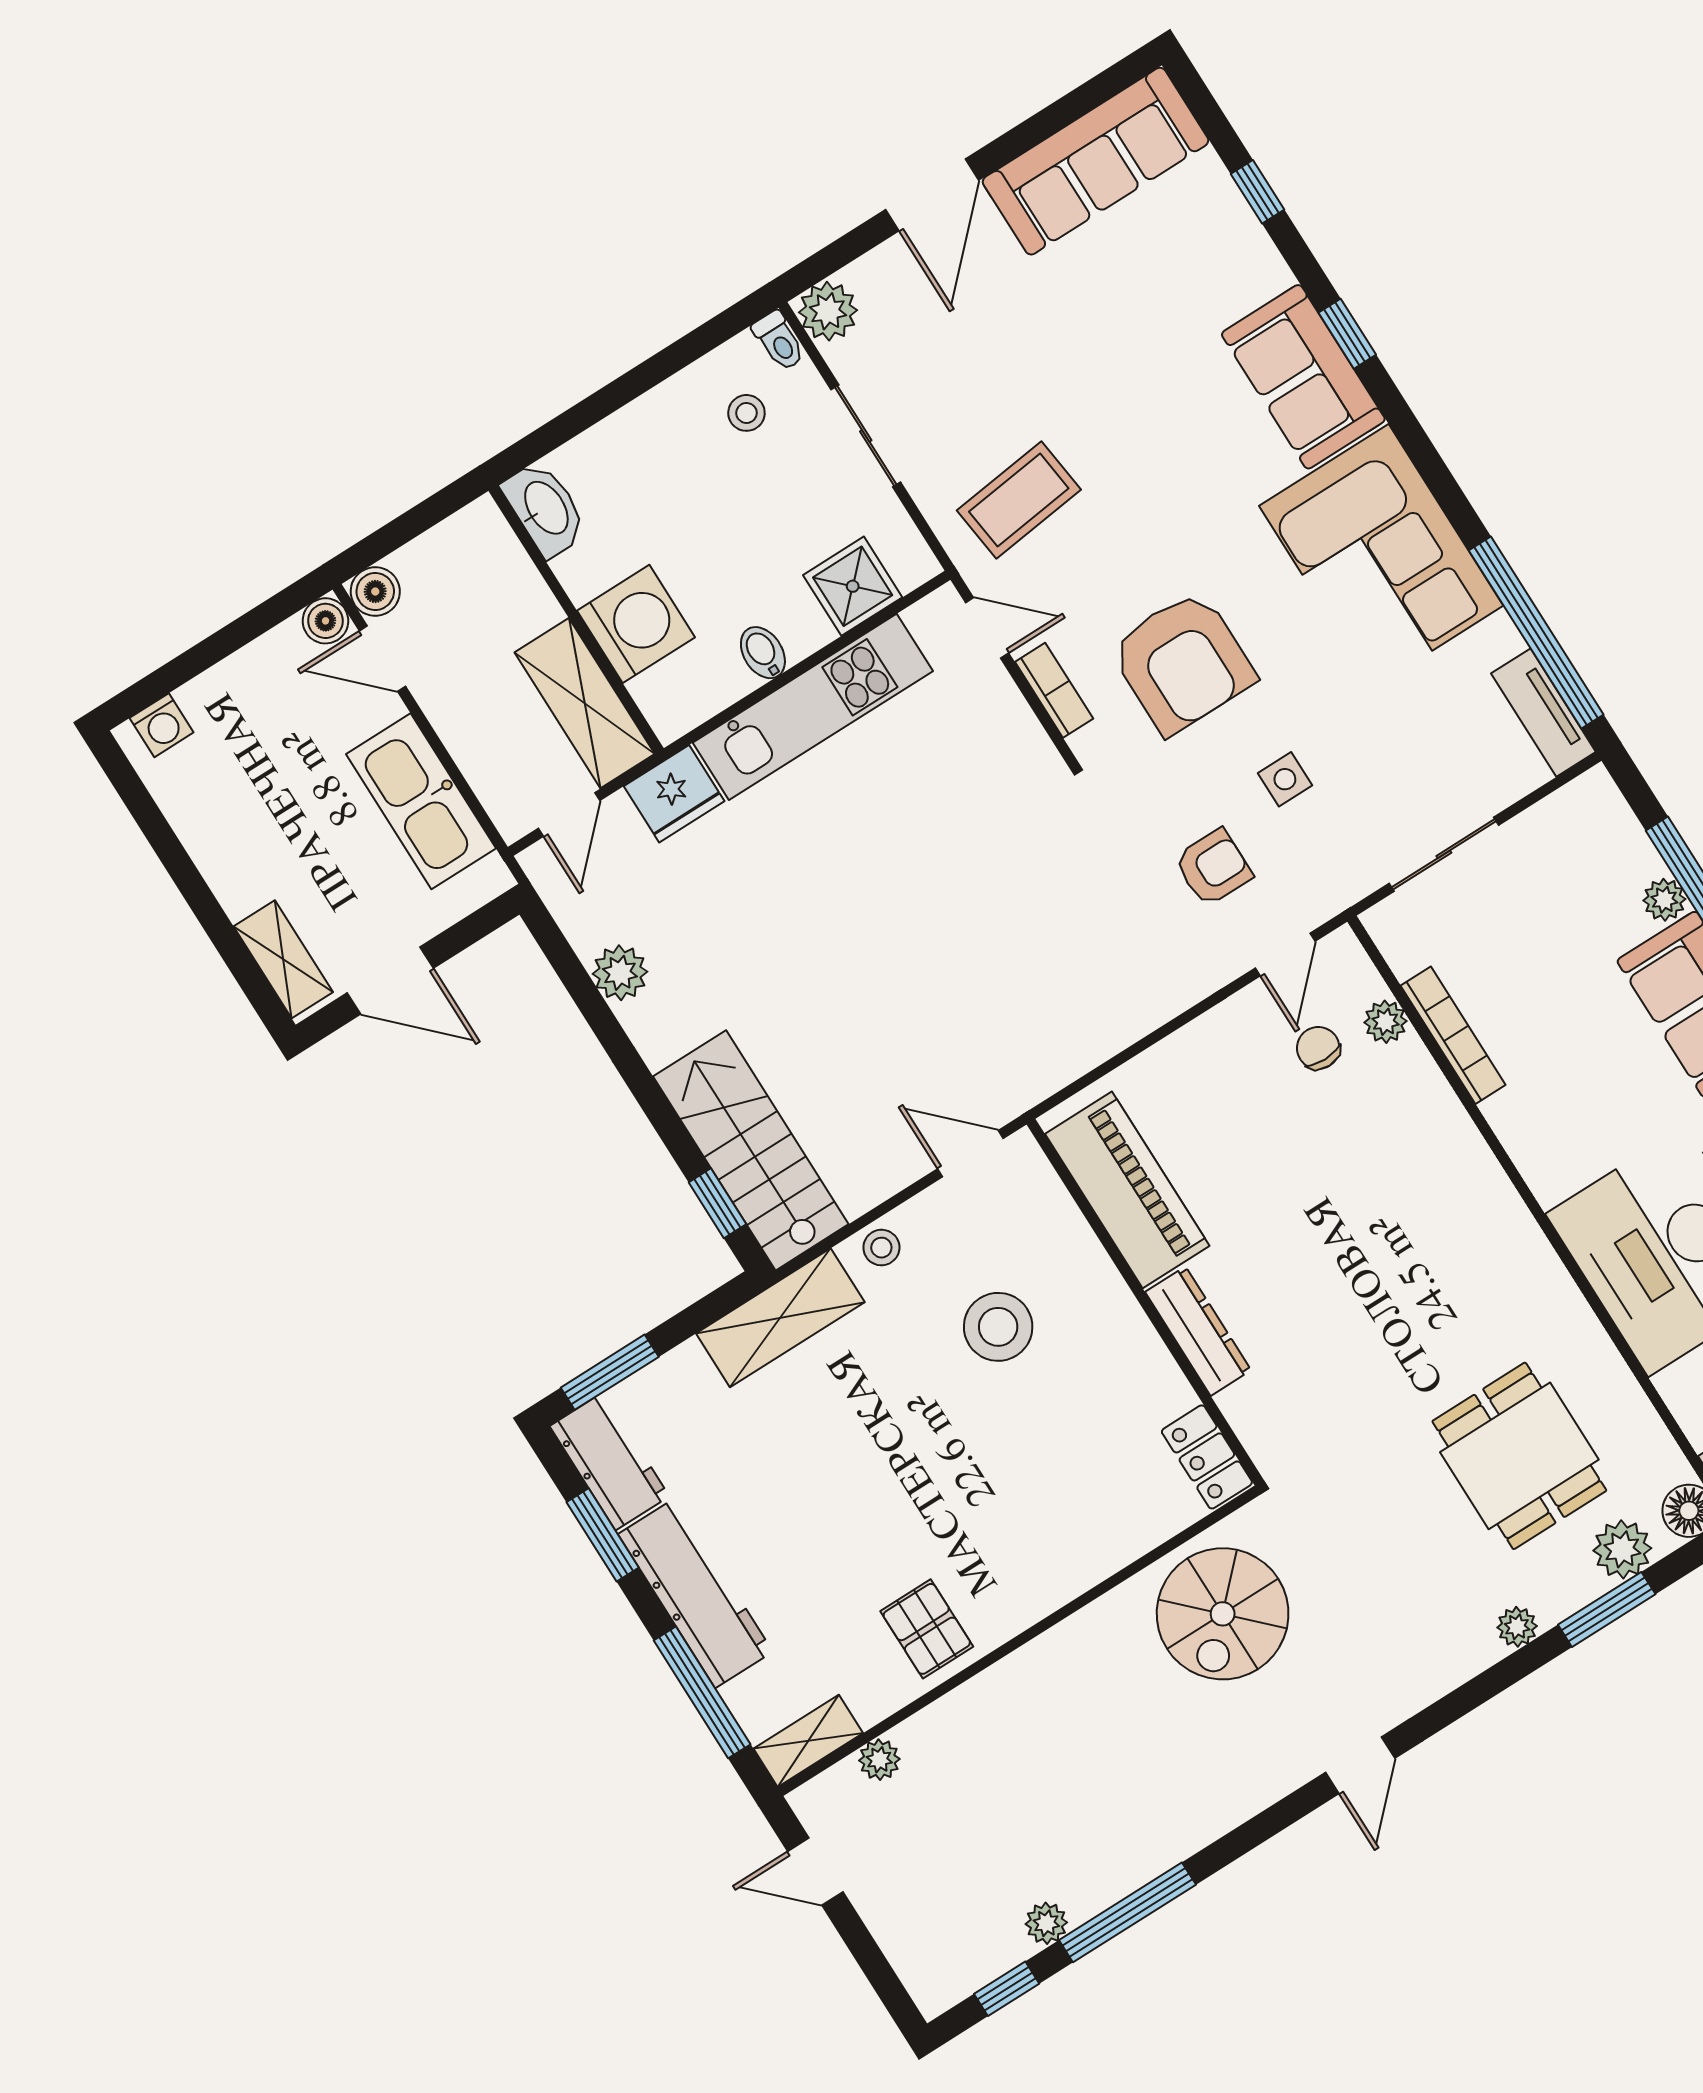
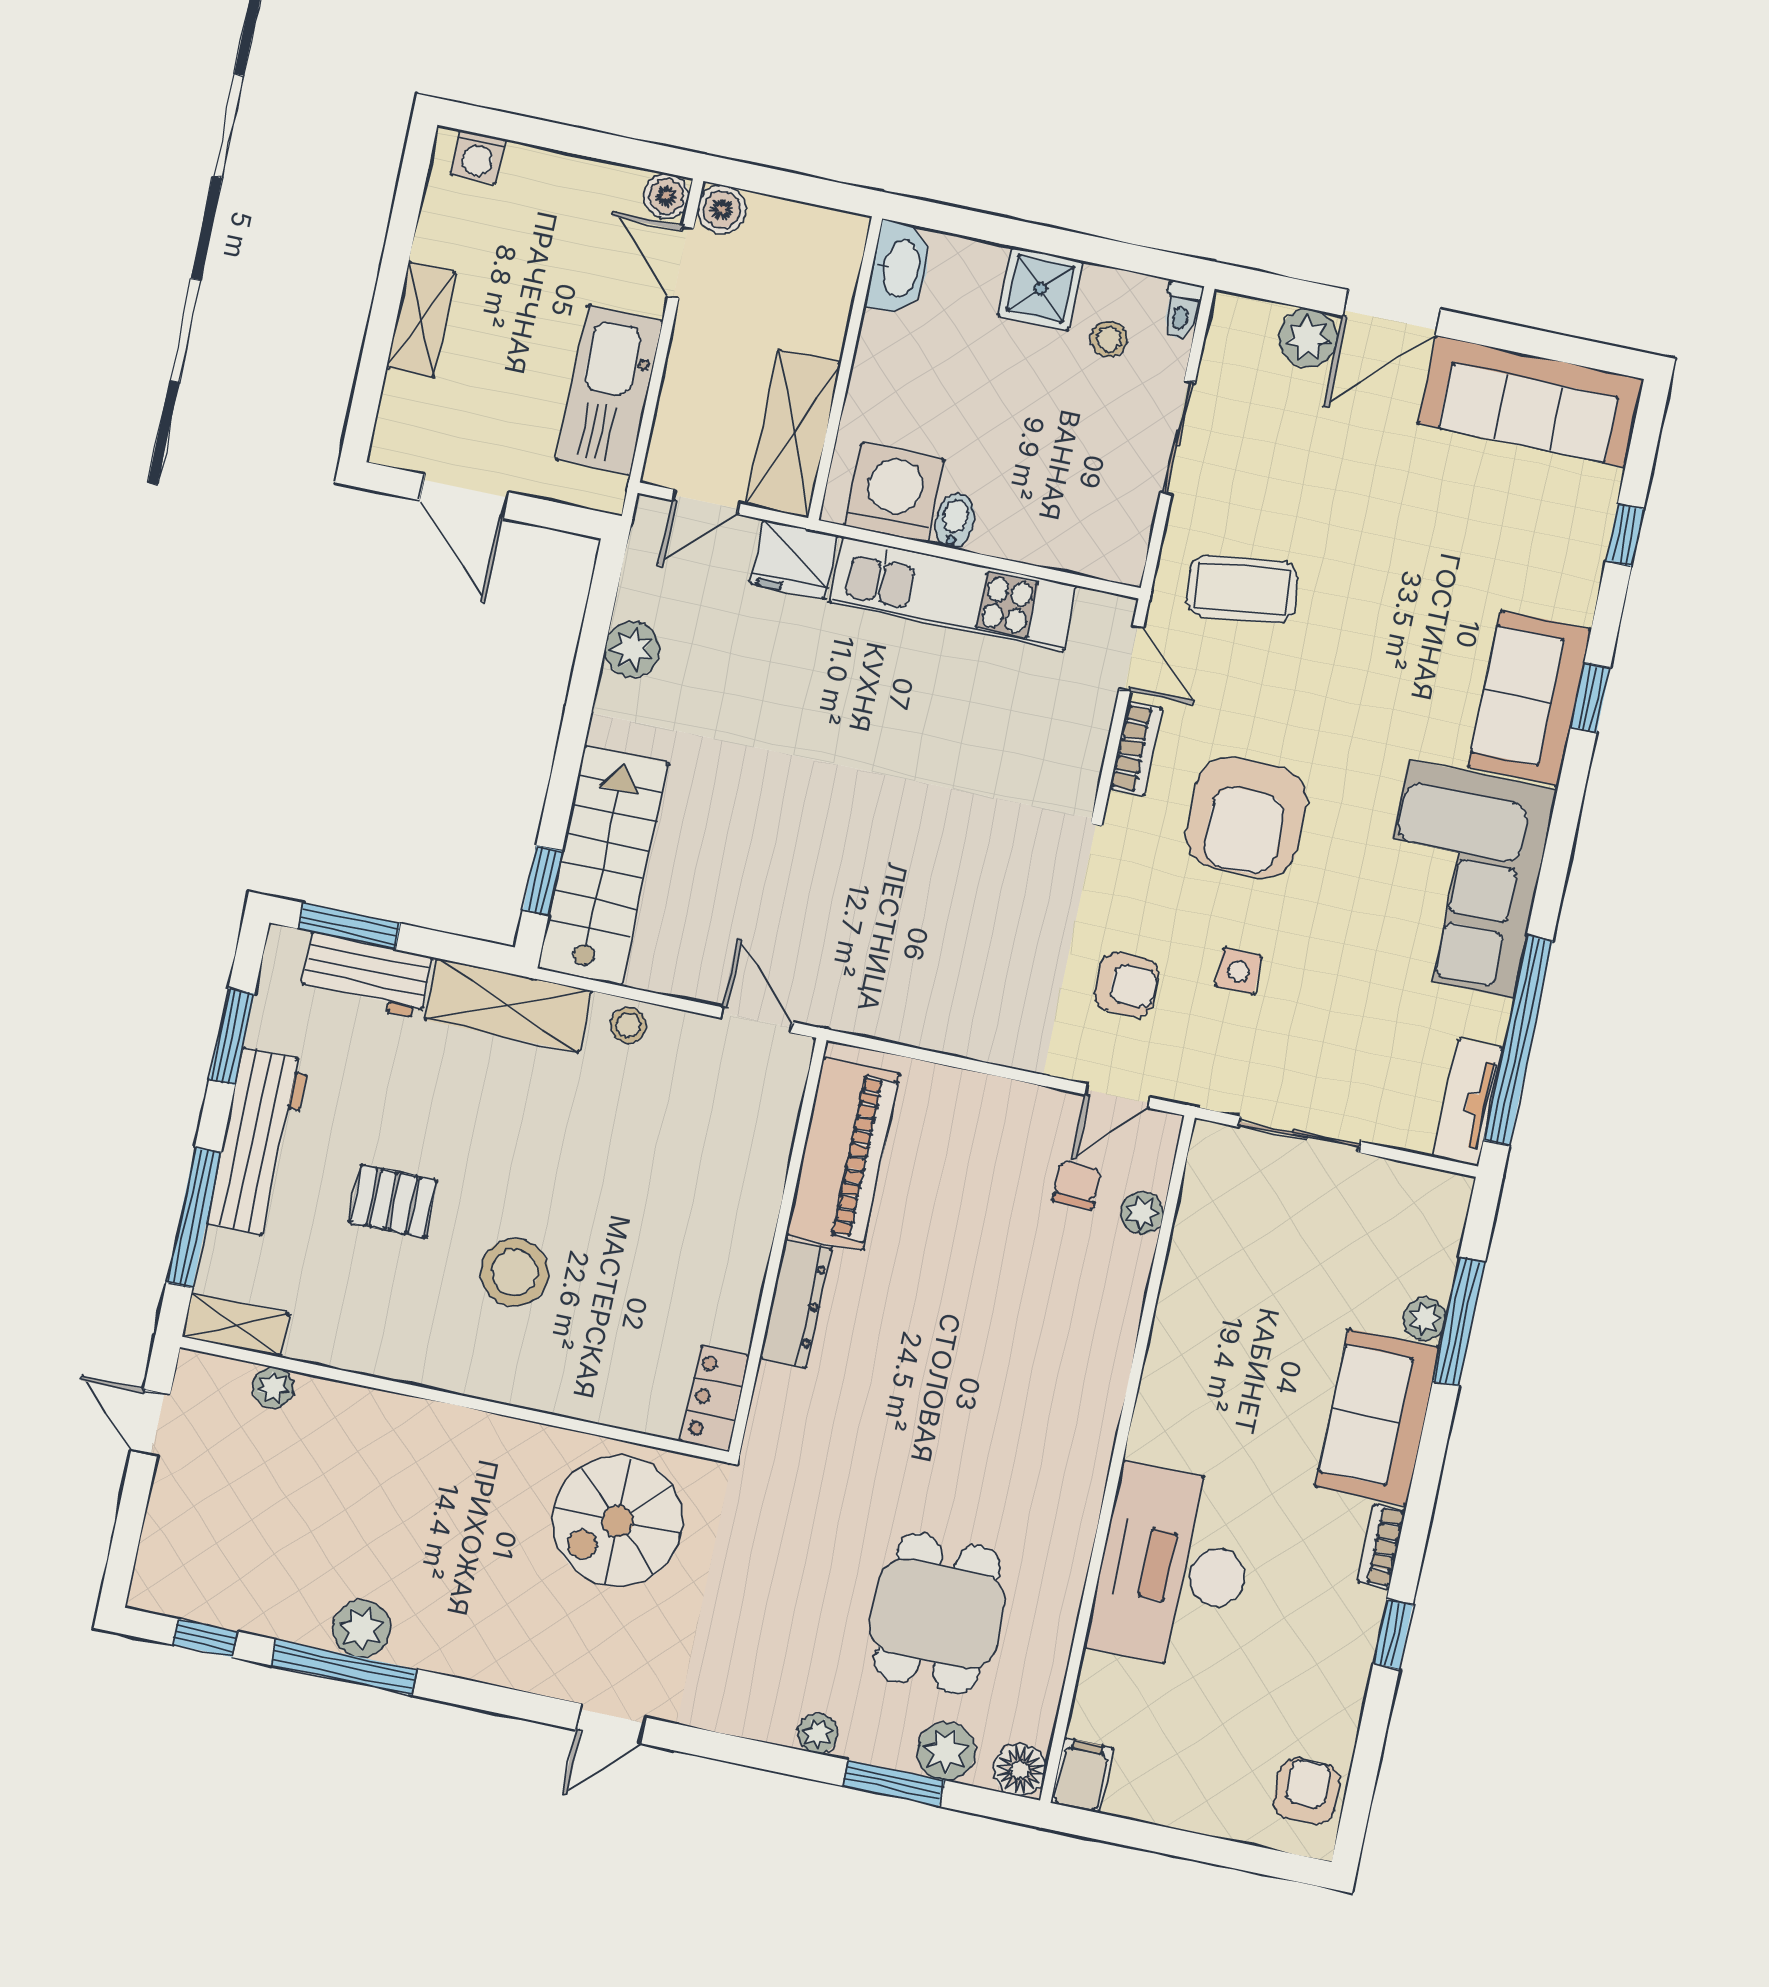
plant: (828, 311) -> (1308, 338), moved
shower: (853, 586) -> (1041, 288), moved
washing machine: (636, 624) -> (894, 493), moved, turned -90
shelving: (283, 959) -> (421, 320), moved
bookcase: (1453, 1035) -> (1181, 1269), removed
stool: (998, 1327) -> (515, 1272), moved
workbench: (609, 1461) -> (367, 975), moved, turned 90
pallet: (927, 1629) -> (393, 1201), moved, turned 90
plant: (1046, 1923) -> (362, 1628), moved, width x1.38, depth x1.38

